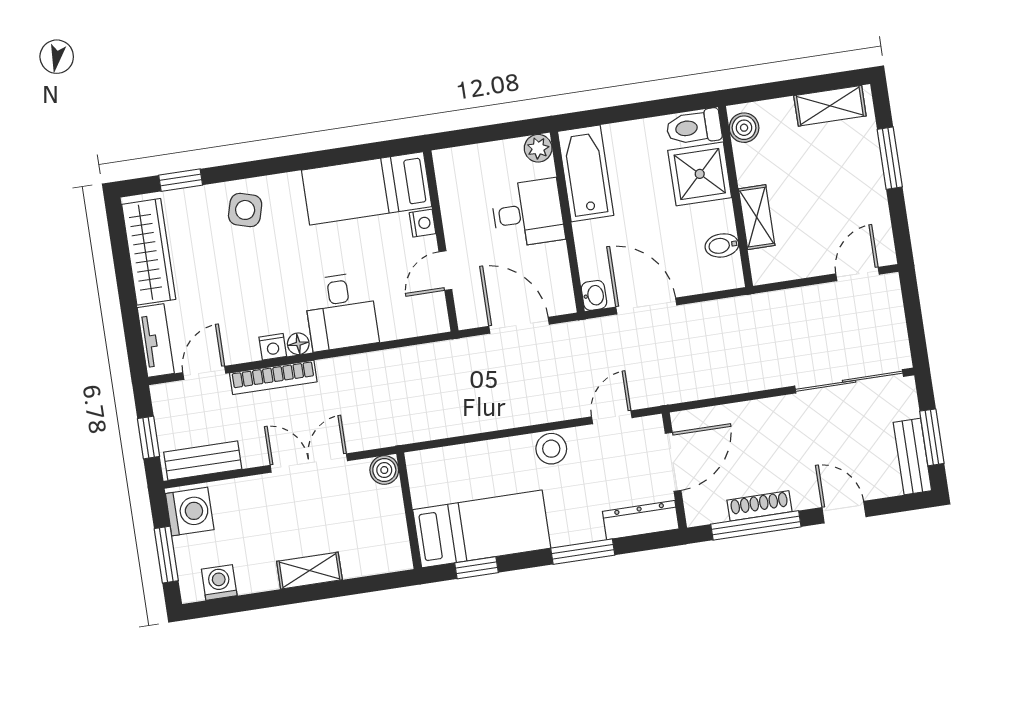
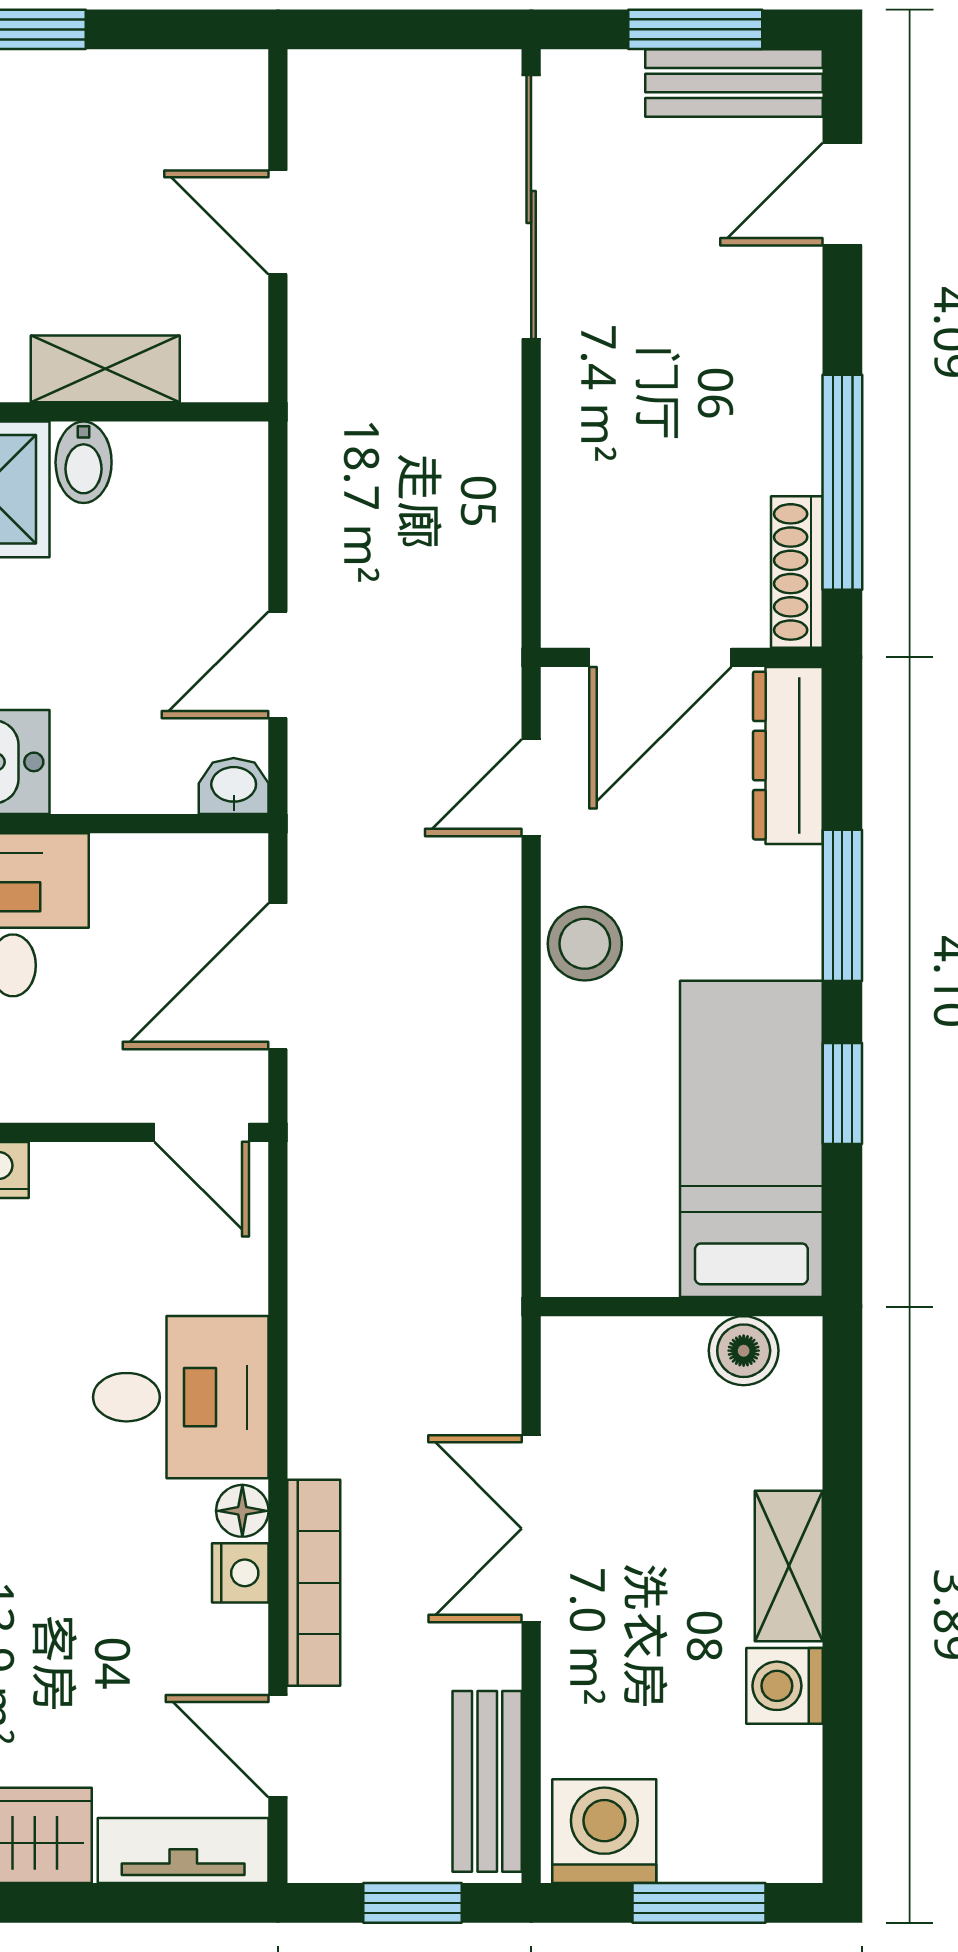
bidet: (722, 245) -> (84, 462), moved
door: (445, 271) -> (202, 1132), moved
door: (857, 274) -> (278, 222), moved
door: (646, 306) -> (278, 665), width x0.73
door: (612, 417) -> (531, 788), hinge flipped
door: (673, 462) -> (660, 657), swing flipped
boiler: (384, 470) -> (744, 1351), moved
shoe rack: (759, 506) -> (797, 572), moved
door: (844, 512) -> (842, 194), moved
window: (476, 568) -> (842, 1093), moved
washing machine: (219, 582) -> (785, 1686), moved

